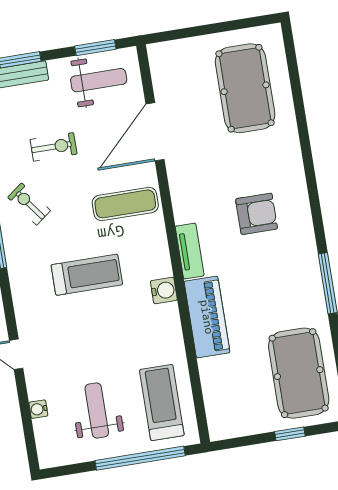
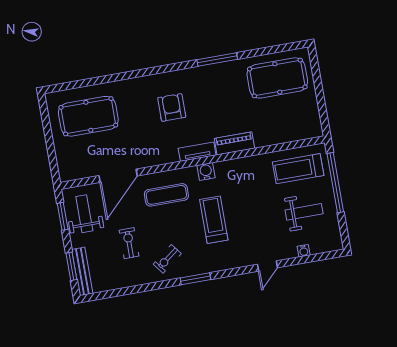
door: (155, 132) -> (118, 176), hinge flipped
exercise mat: (125, 204) -> (166, 195), turned 90
water cooler: (164, 290) -> (206, 172), moved
piano: (207, 317) -> (234, 143), width x0.73, depth x0.75
weight bench: (97, 410) -> (304, 212), turned 180
window: (290, 434) -> (318, 83), removed

